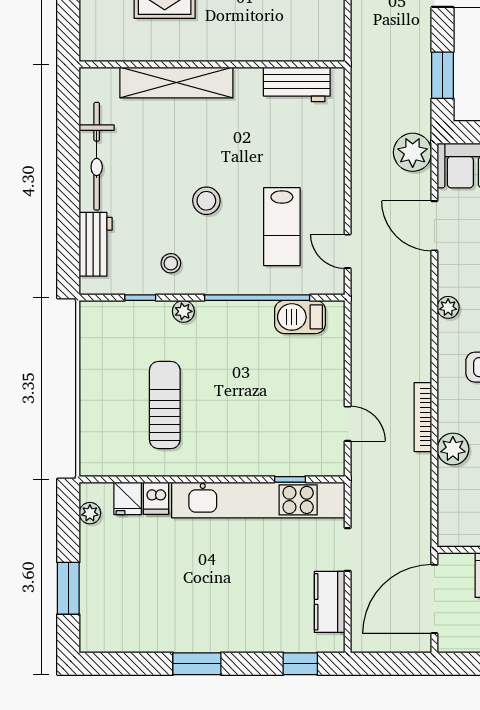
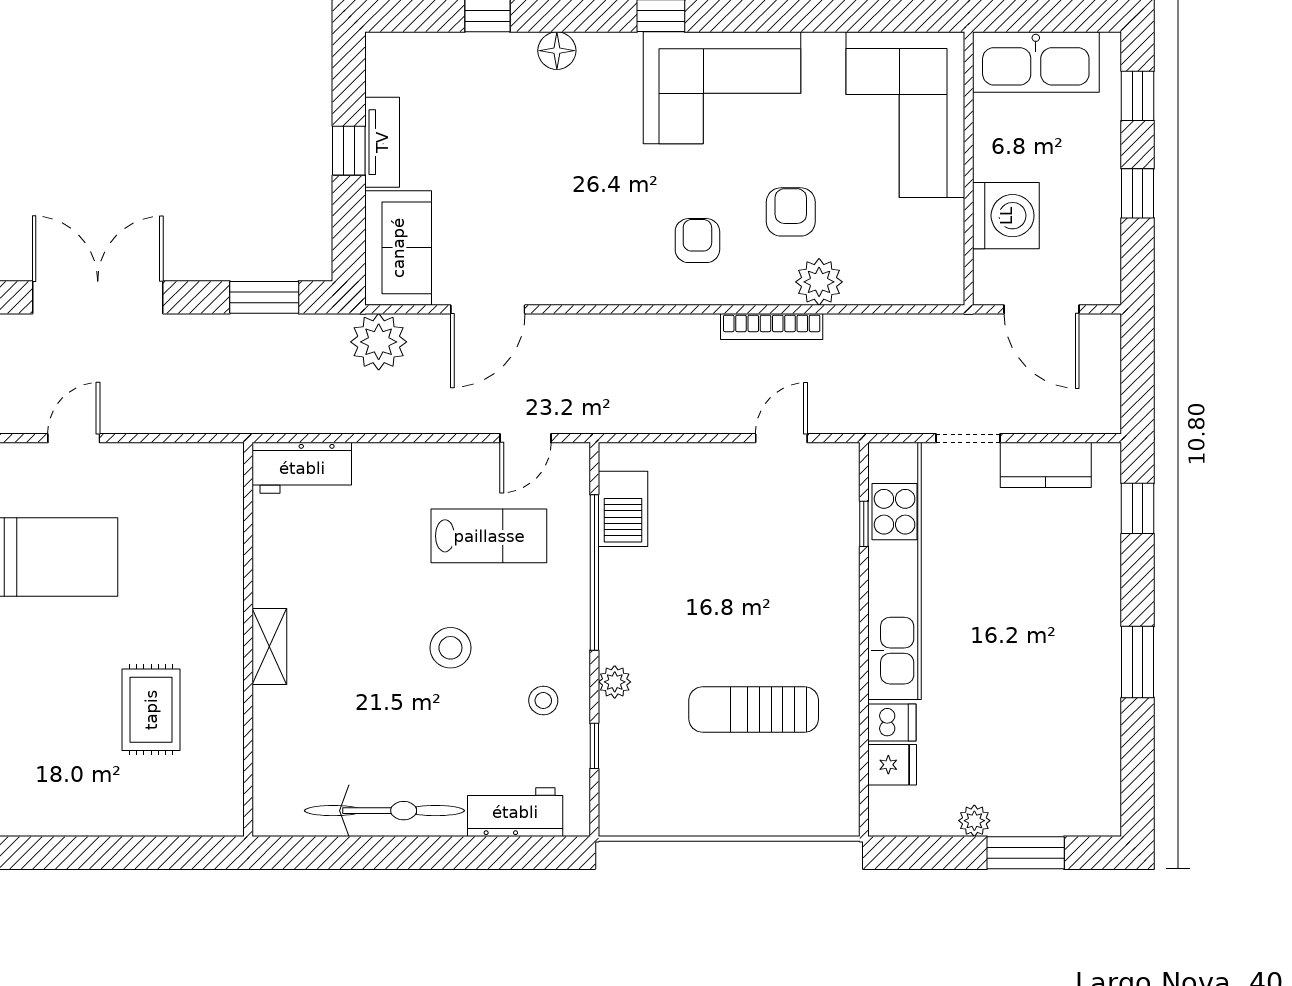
shelving: (176, 83) -> (269, 646), width x0.45, depth x0.75
workbench: (297, 84) -> (302, 468), moved, turned 90
plant: (448, 307) -> (609, 289), removed
plant: (90, 513) -> (974, 821), moved
door: (434, 599) -> (1041, 309), width x0.73

